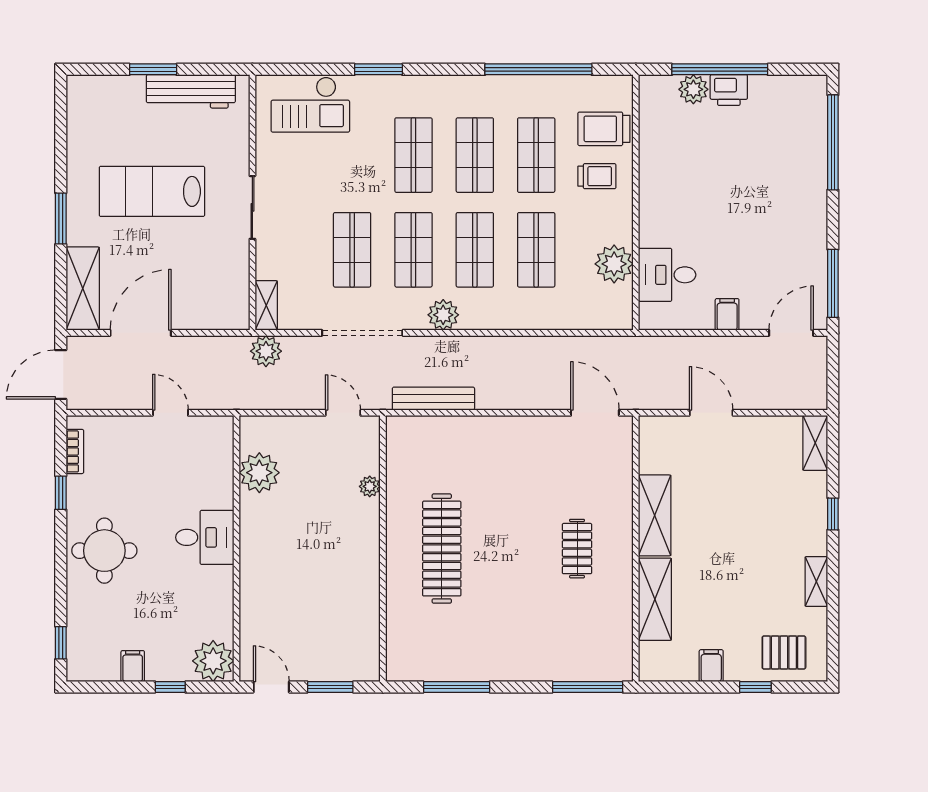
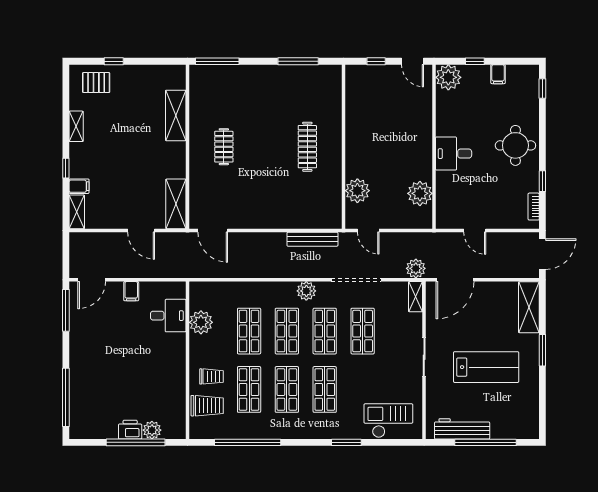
window: (153, 69) -> (485, 442), width x2.11
trolley: (597, 176) -> (211, 376), turned 180
door: (141, 333) -> (455, 280), moved
plant: (370, 486) -> (357, 191), width x1.88, depth x1.88
shelving: (655, 515) -> (176, 204), moved
clothes rail: (442, 549) -> (307, 147), width x0.73, depth x0.76
filing cabinet: (711, 666) -> (79, 186), moved, turned -90
window: (330, 687) -> (376, 61), width x0.67

